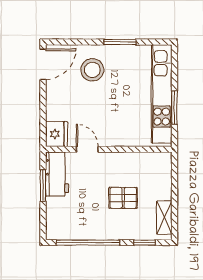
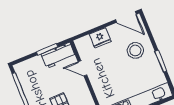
fridge: (56, 134) -> (100, 38), moved
door: (87, 149) -> (82, 68), swing flipped

